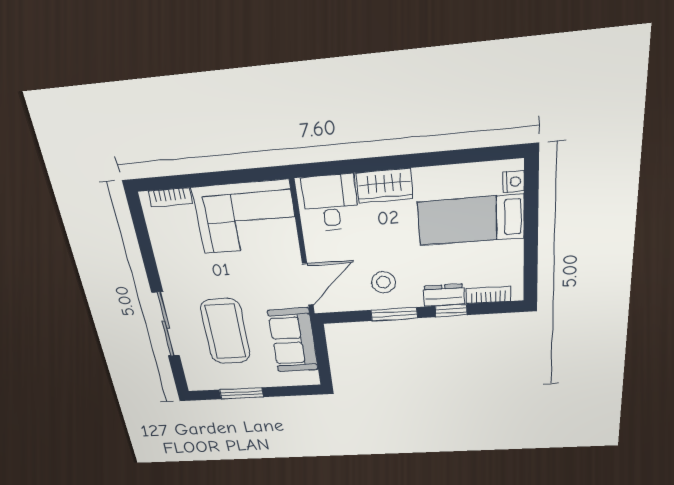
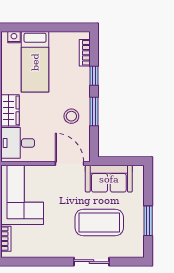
dresser: (444, 295) -> (83, 80), removed
sliding door: (166, 325) -> (91, 262), width x0.73

